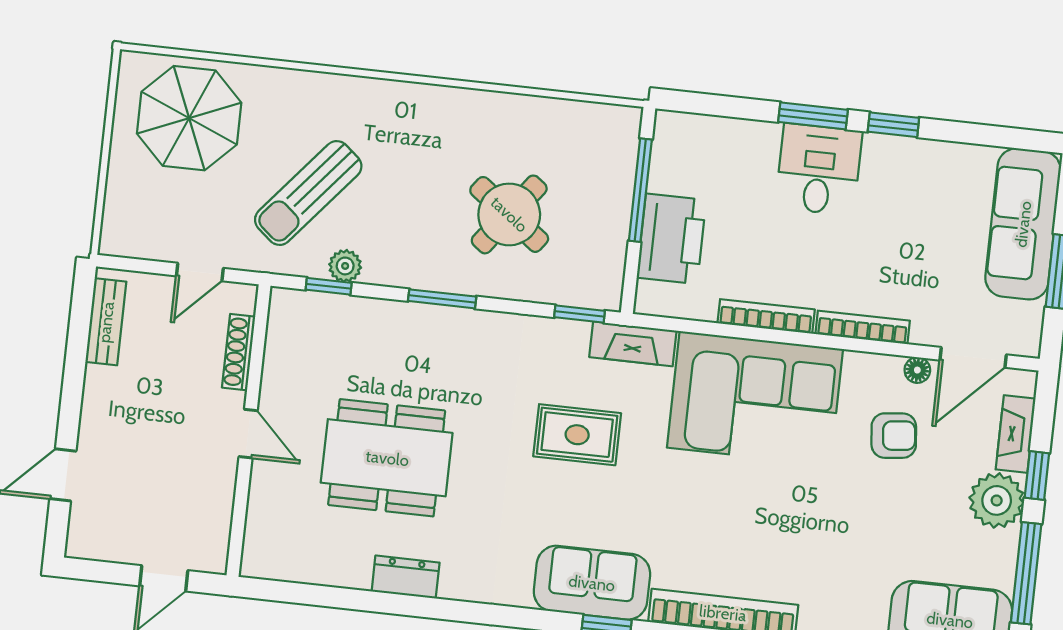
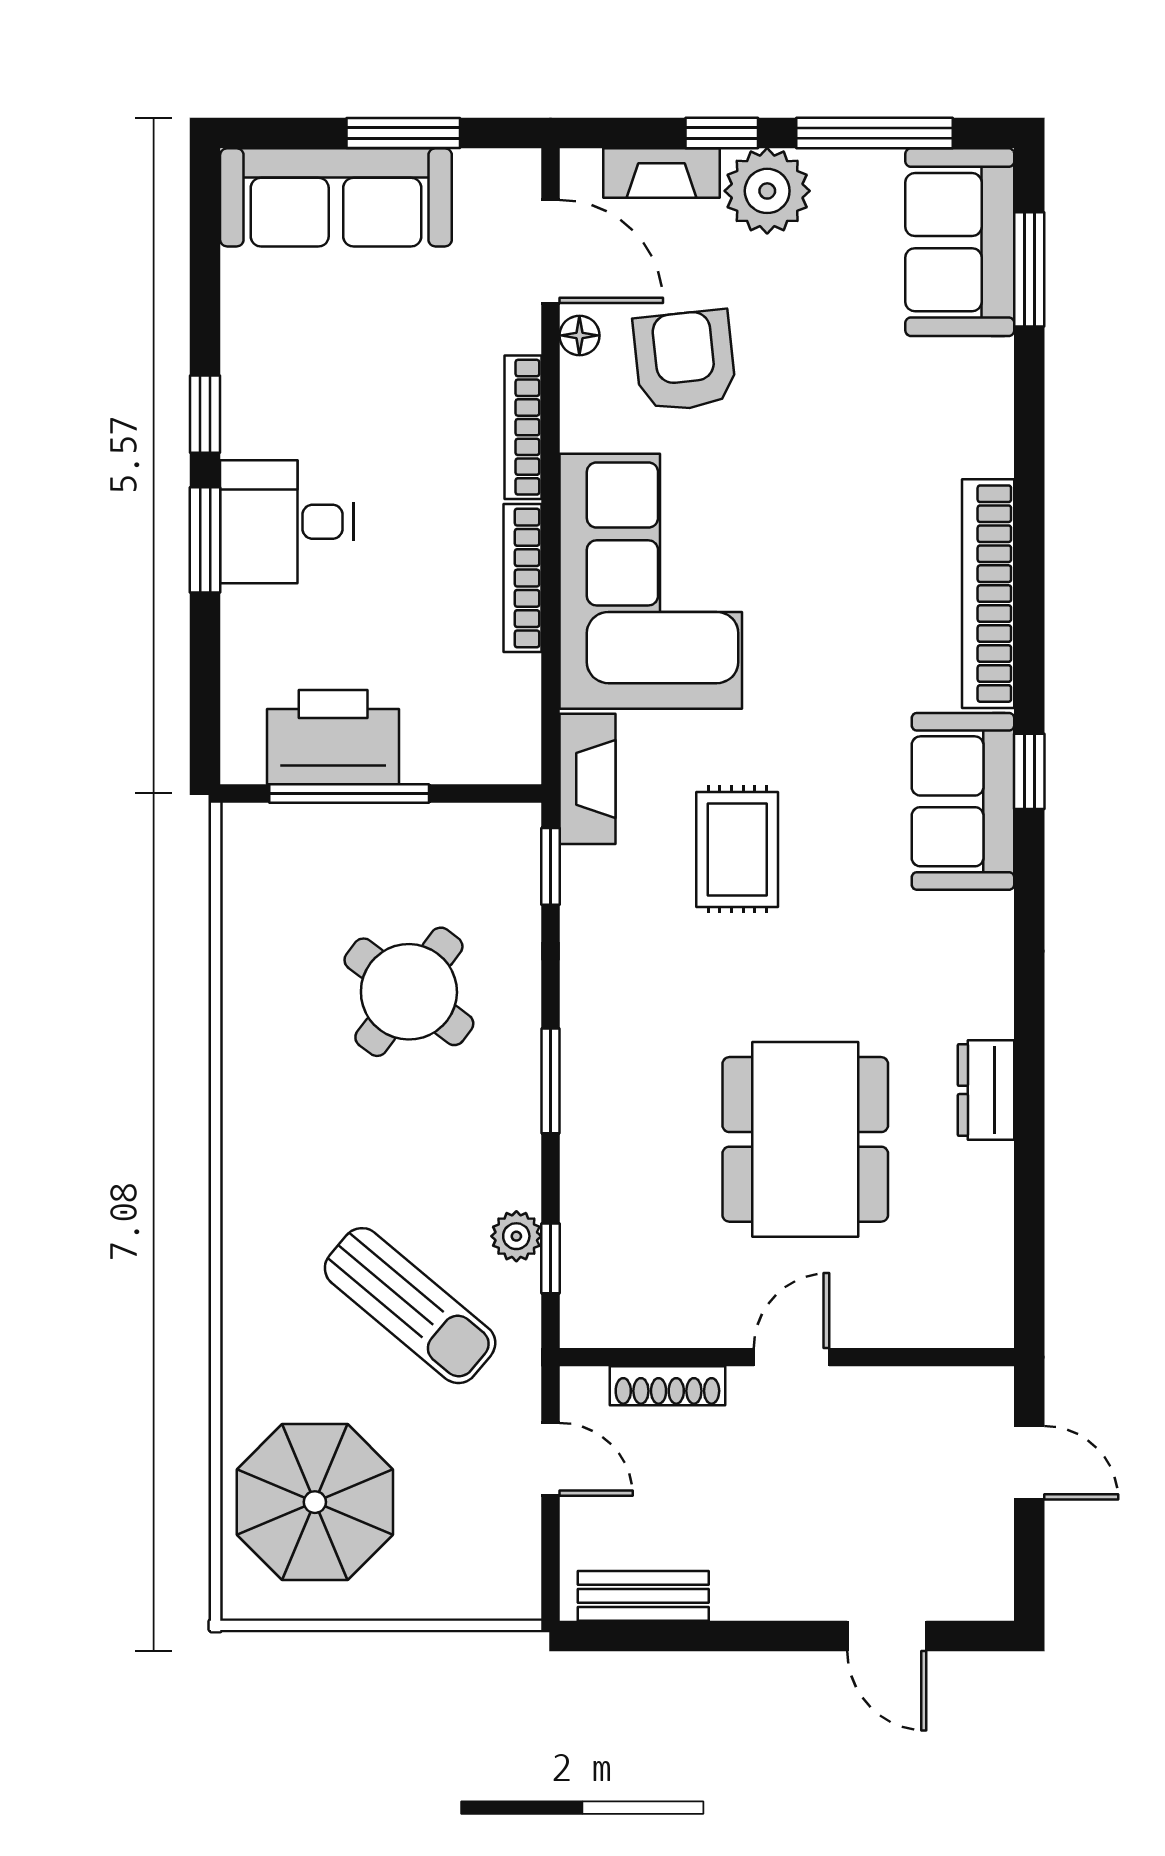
printer: (672, 239) -> (333, 737), moved
armchair: (894, 436) -> (685, 361), width x1.38, depth x1.38

